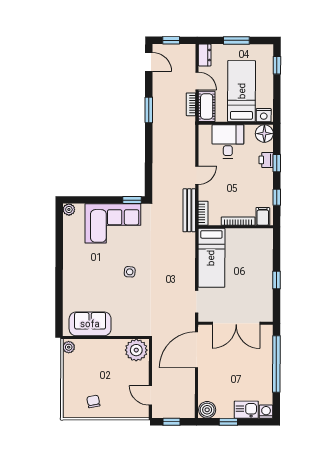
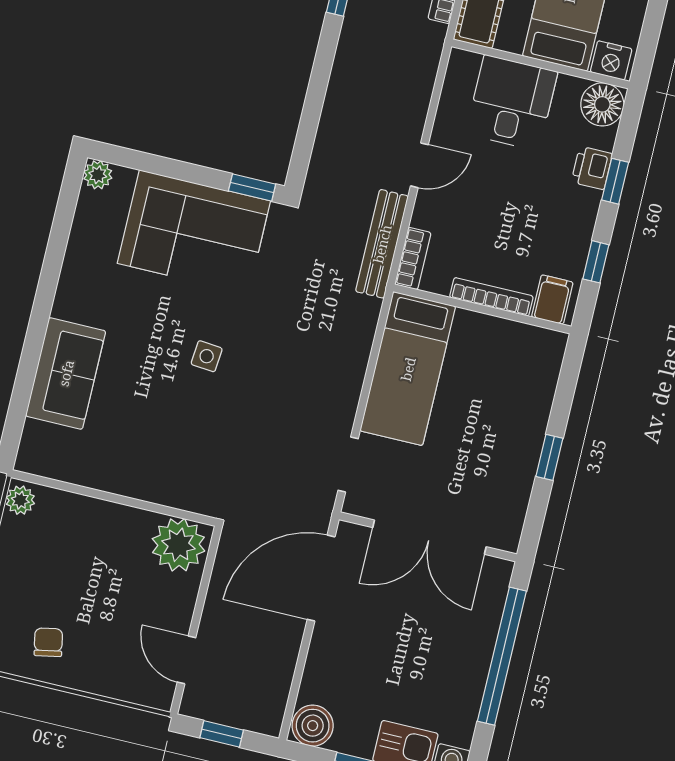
sofa: (90, 324) -> (66, 373), moved, turned 90

